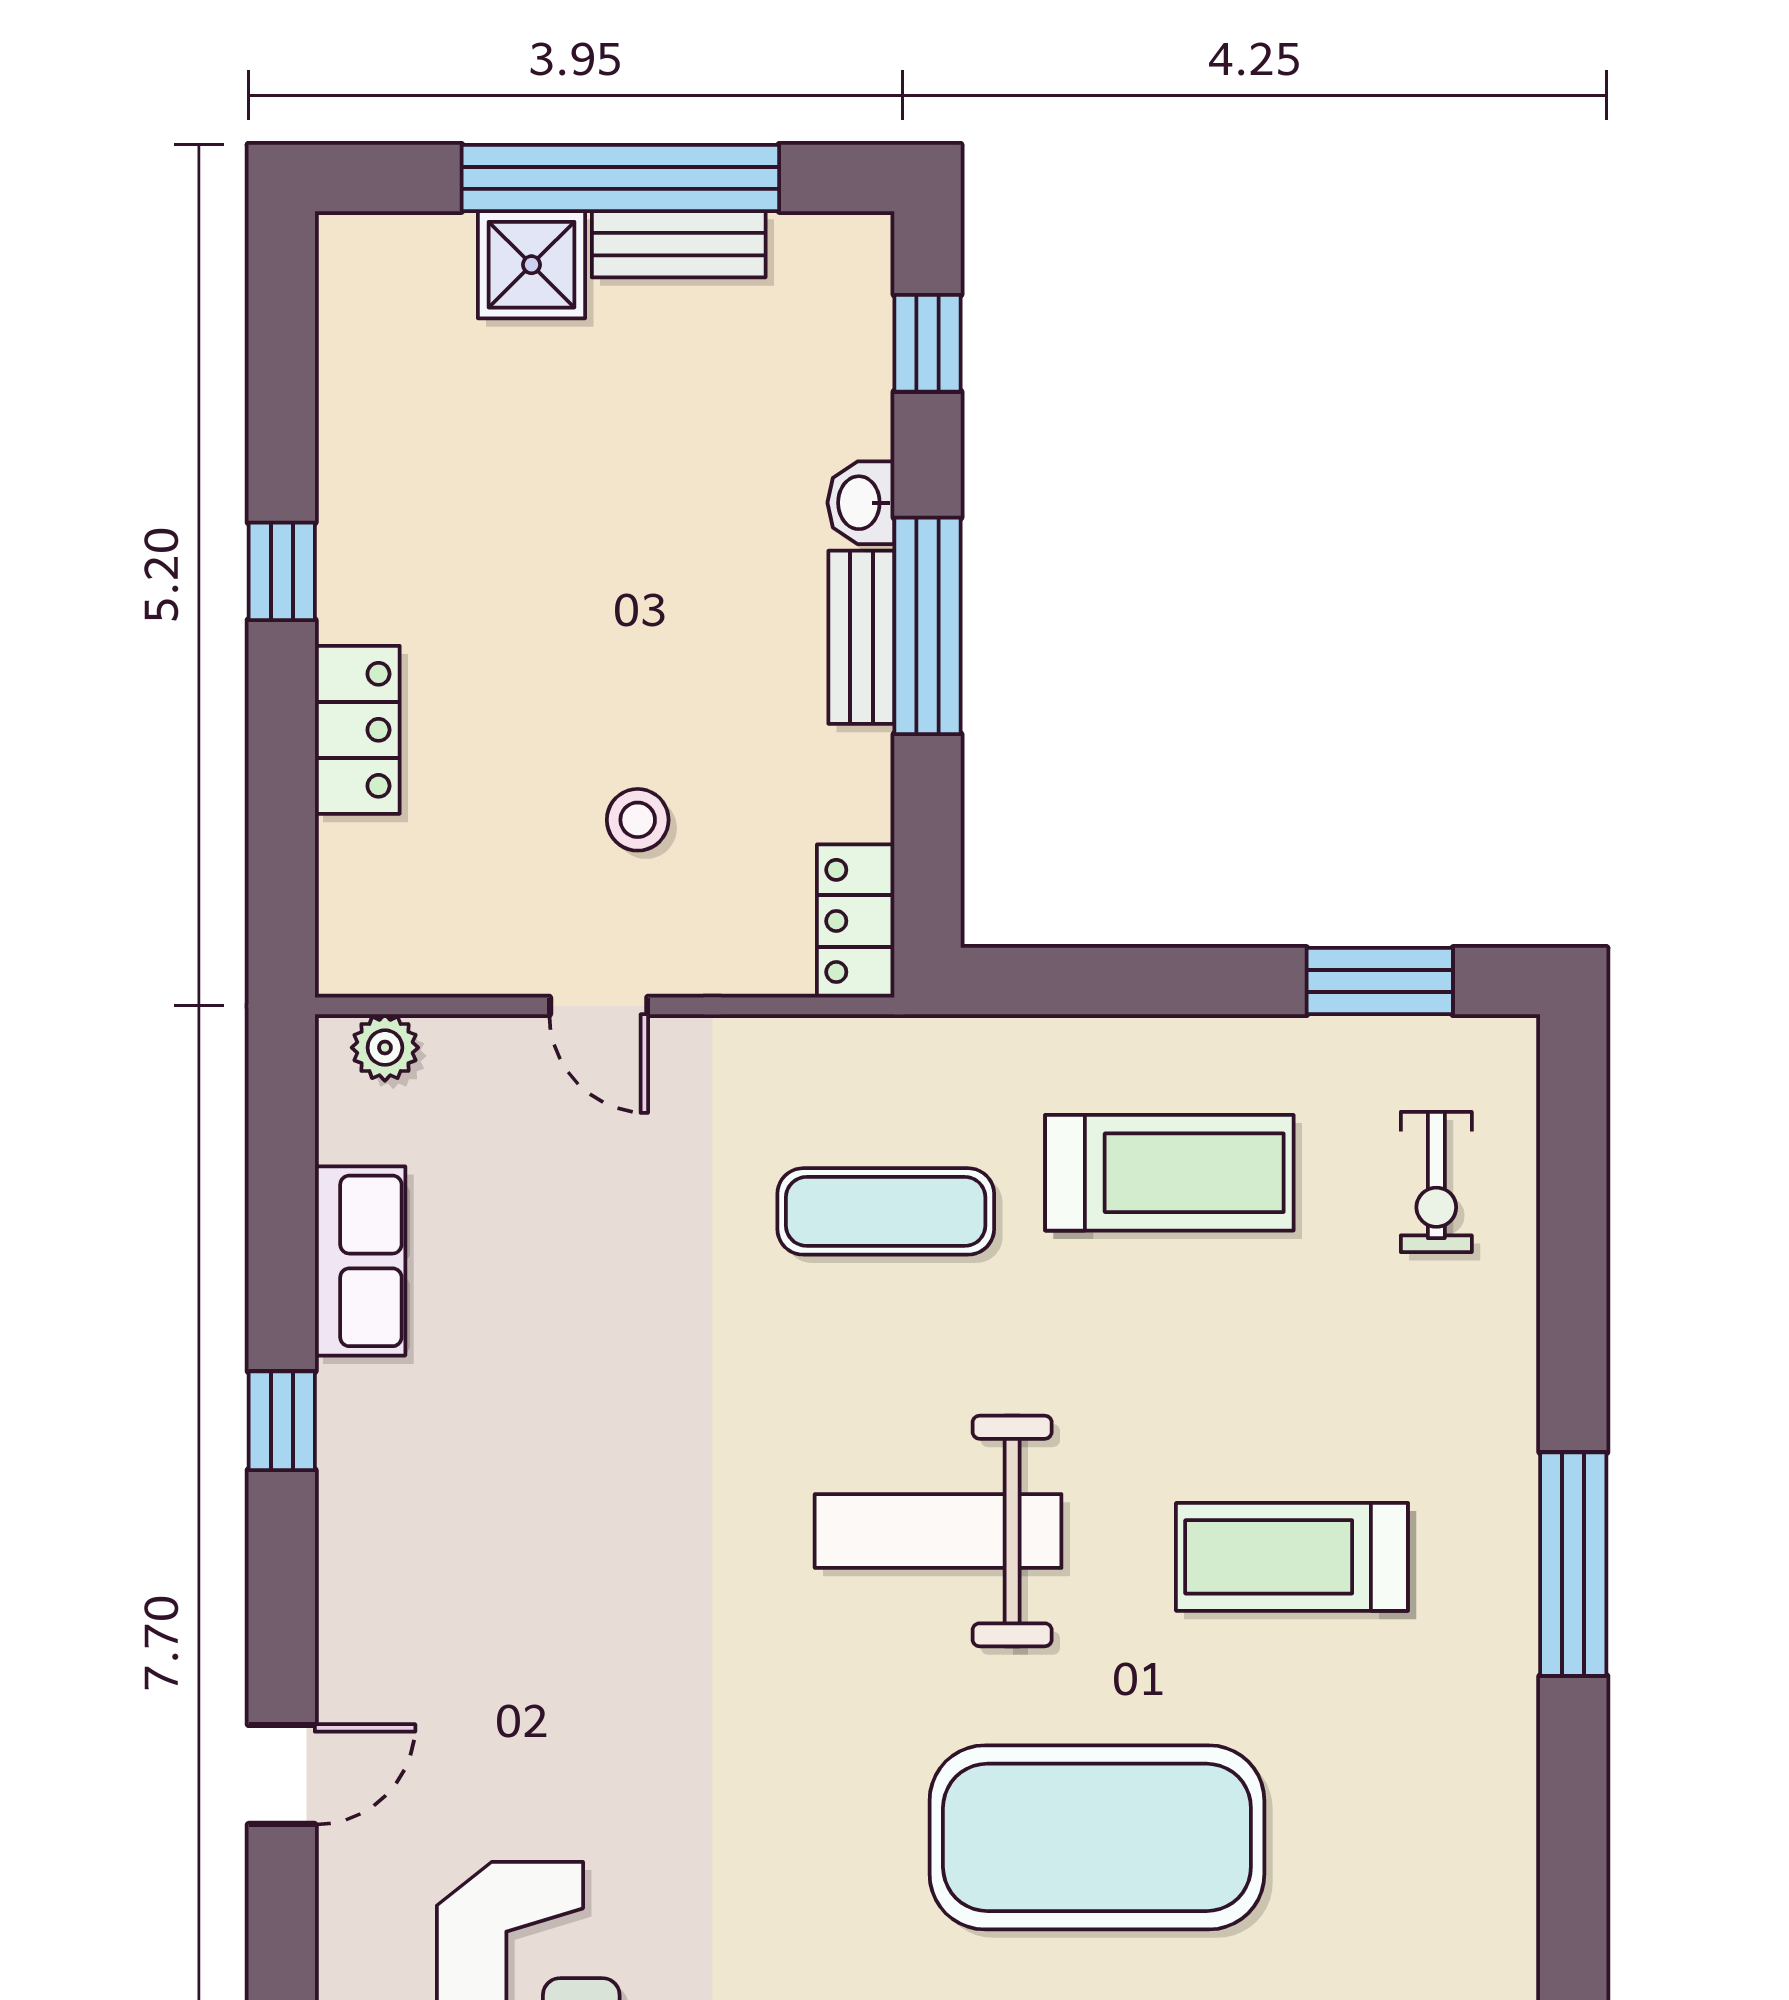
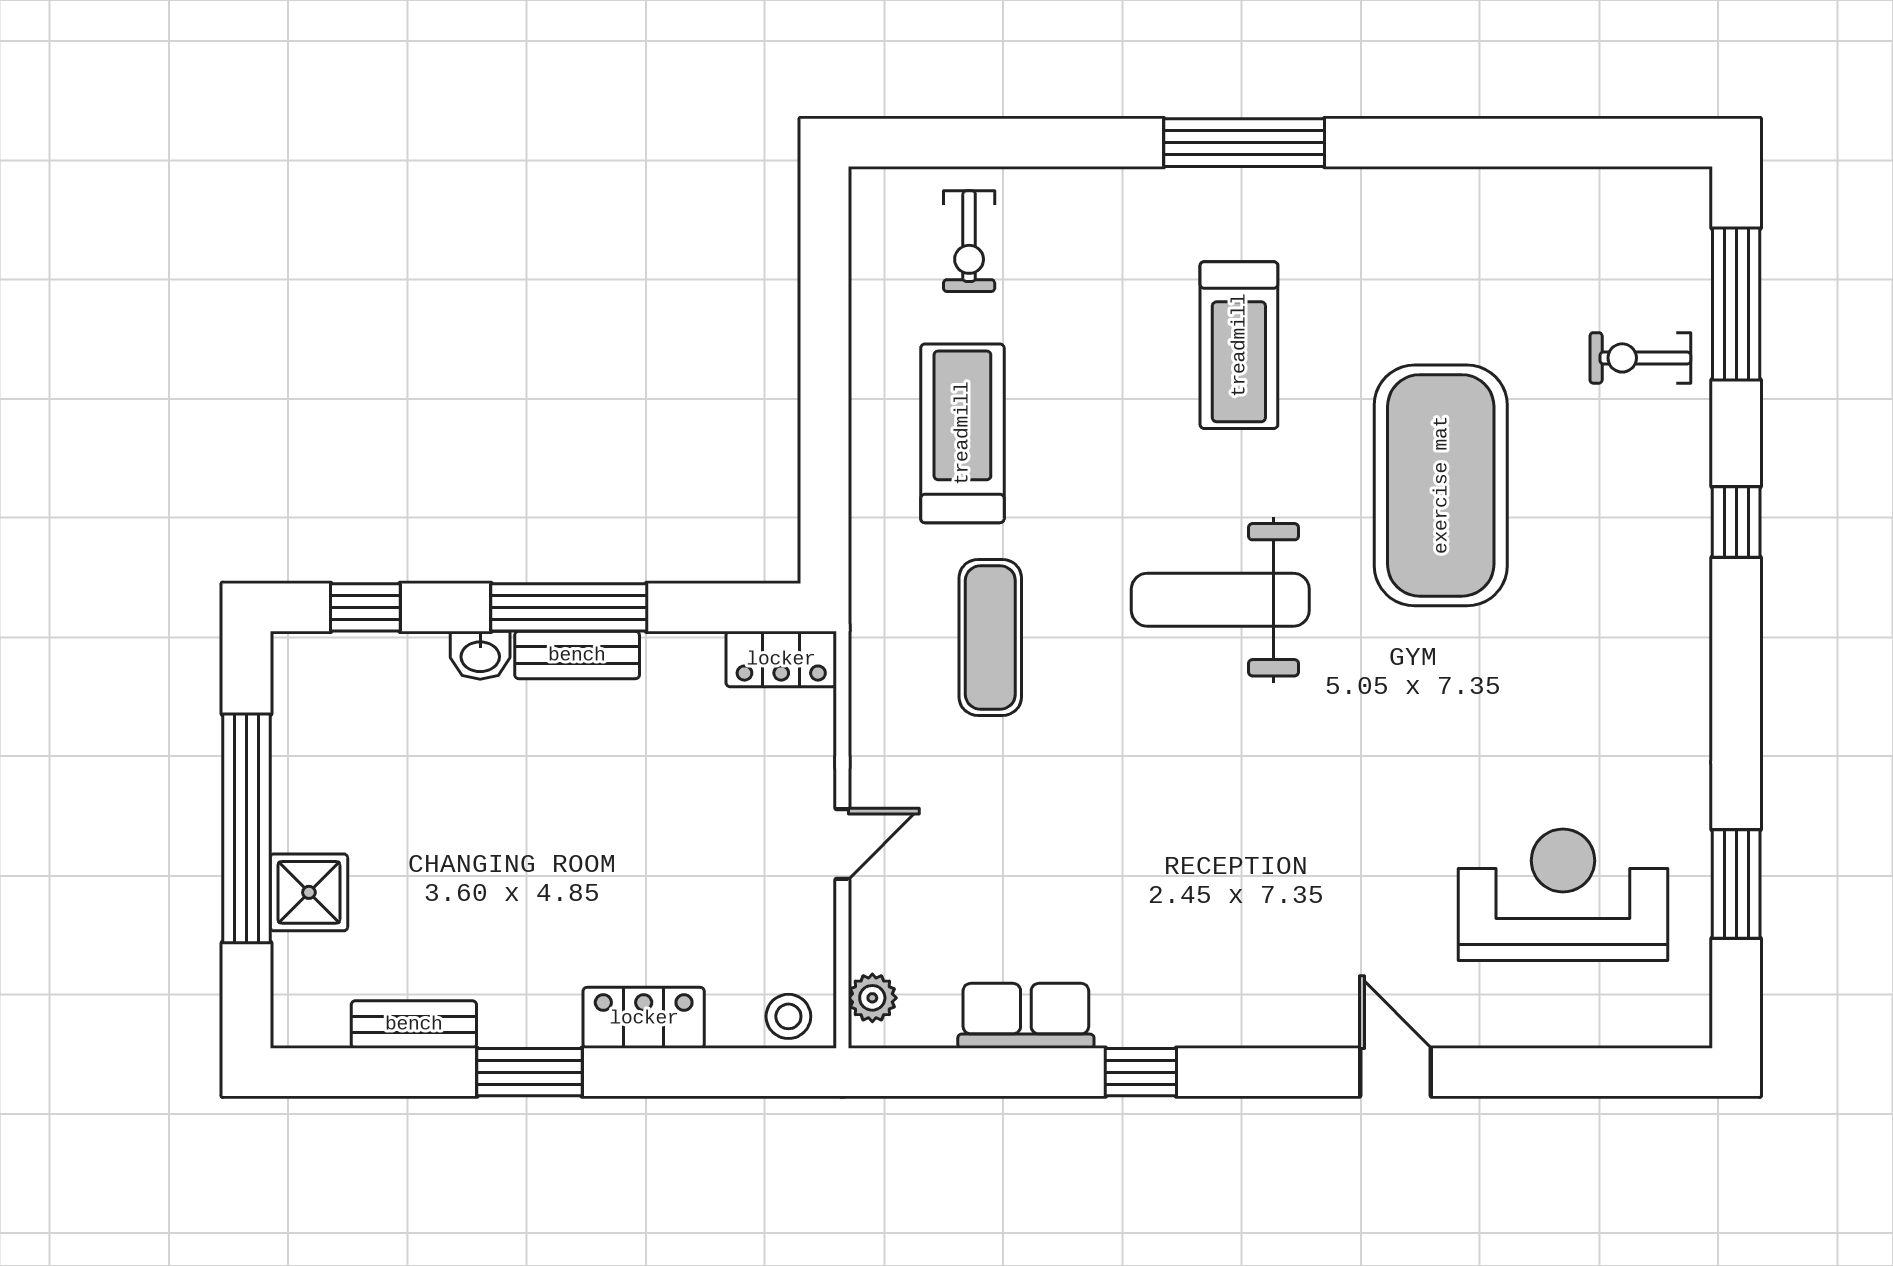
bench: (679, 244) -> (414, 1024), moved, turned 90
window: (282, 571) -> (530, 1072), width x1.50
stool: (638, 820) -> (788, 1016), moved
window: (1380, 981) -> (824, 282), removed
exercise bike: (1436, 1182) -> (969, 241), turned 90
weight bench: (938, 1531) -> (1220, 600), turned 90

